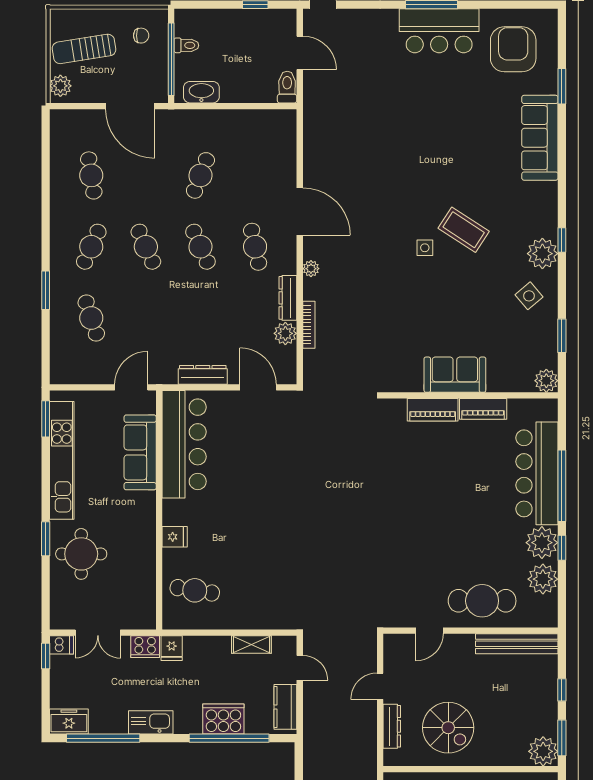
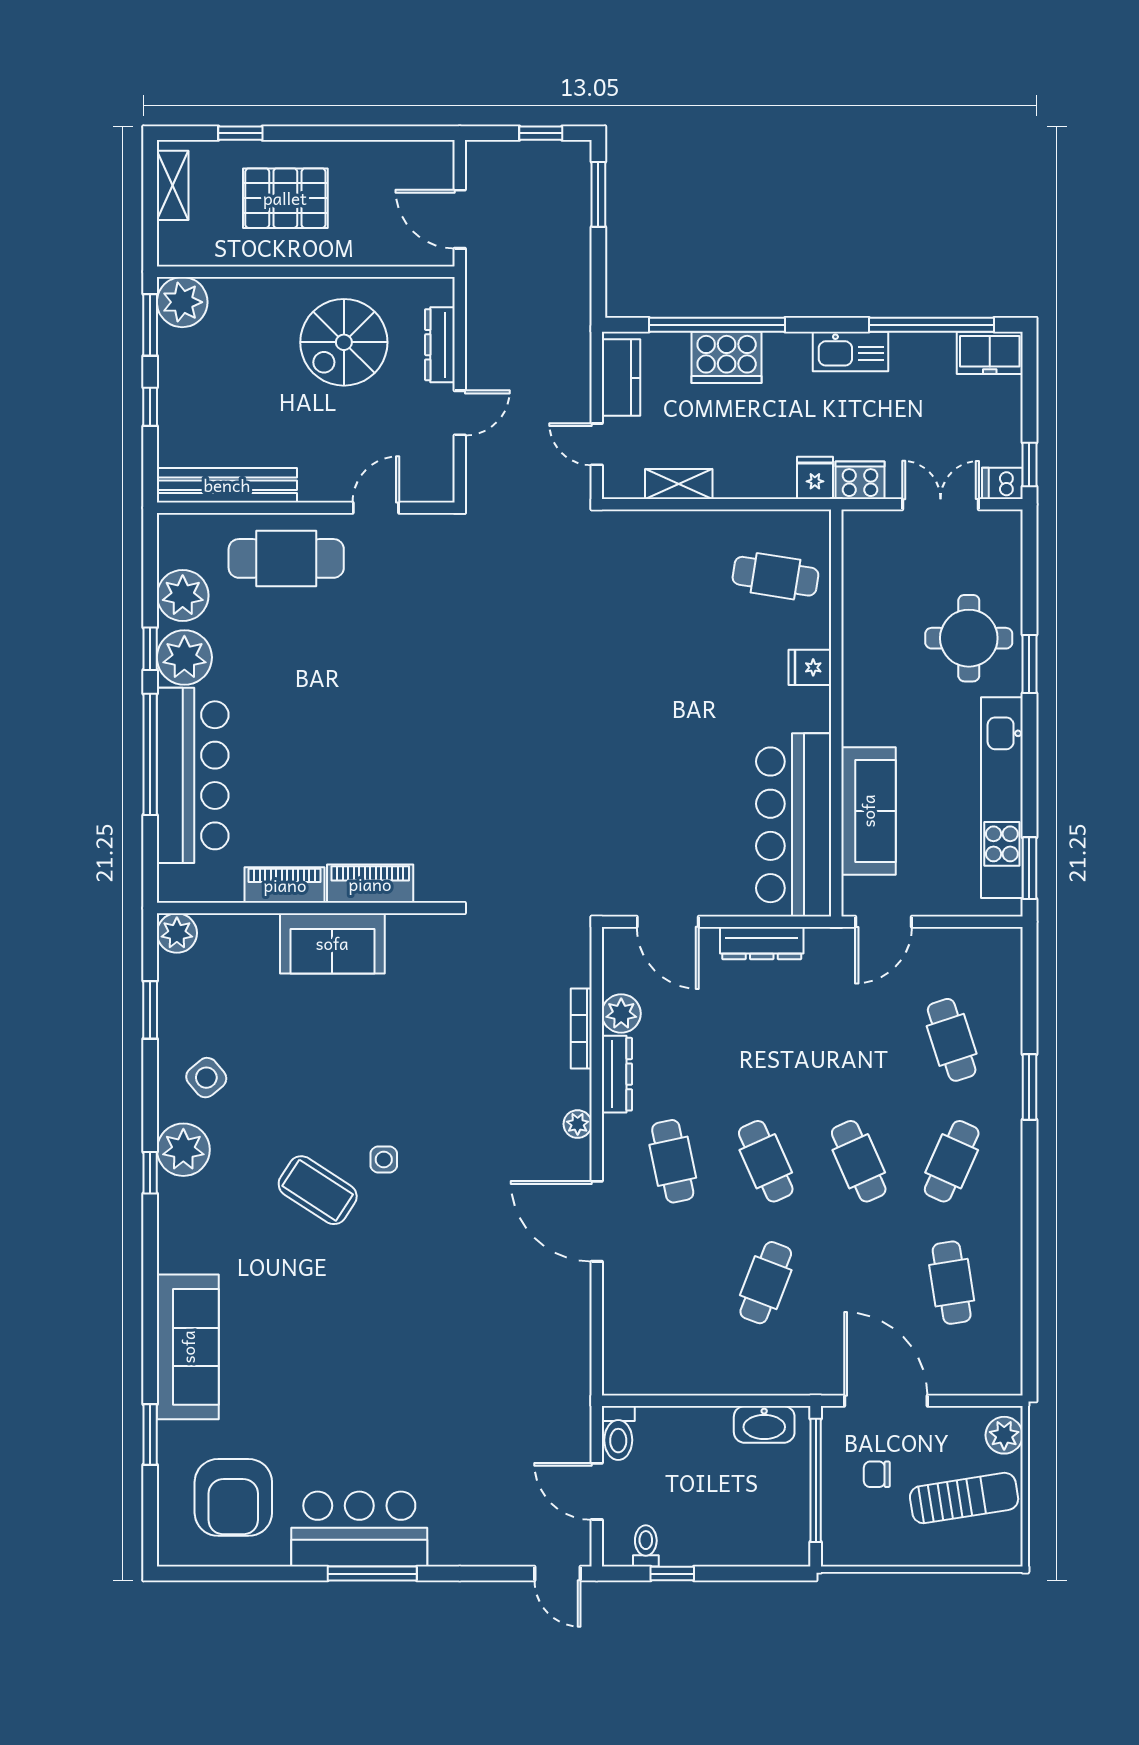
chair: (141, 36) -> (877, 1474), moved
toilet: (186, 45) -> (646, 1546), moved, turned 90
spiral stairs: (448, 728) -> (344, 342), turned -90

